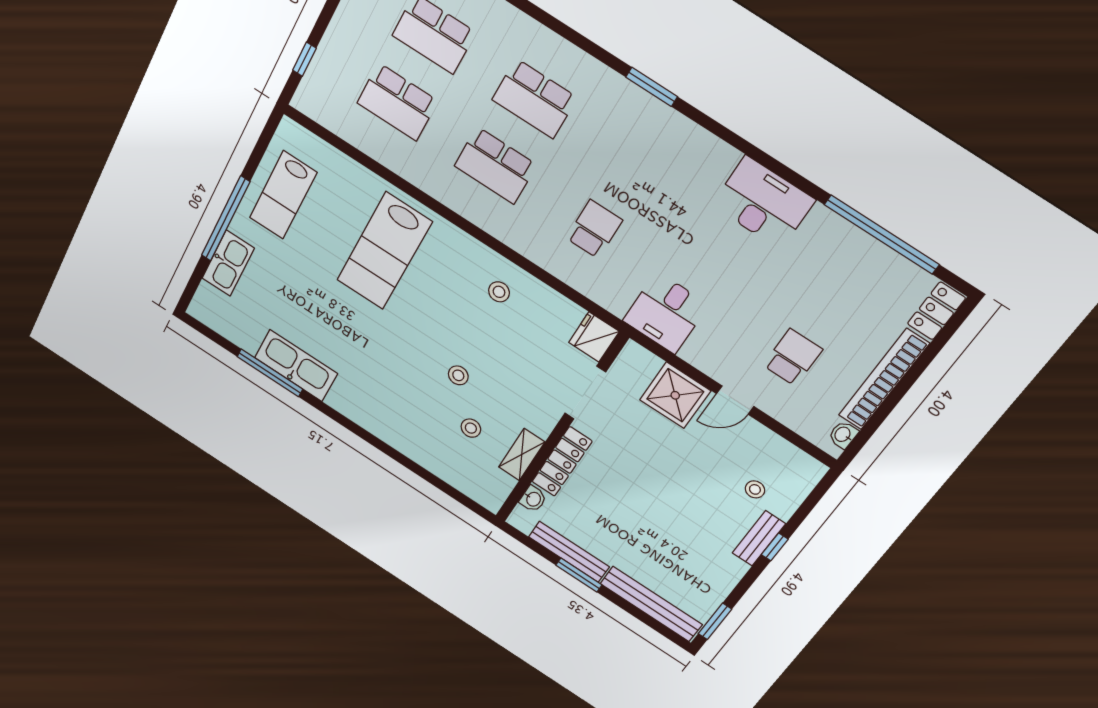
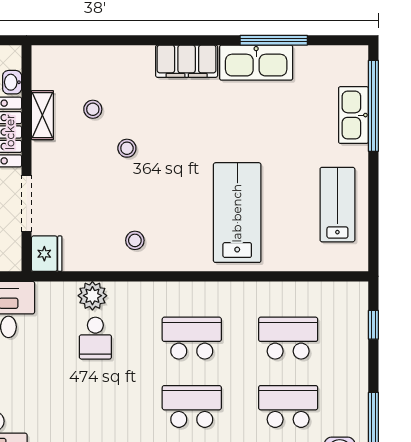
window: (225, 219) -> (373, 106), moved
plant: (572, 270) -> (92, 296), added
filing cabinet: (360, 409) -> (187, 61), added

